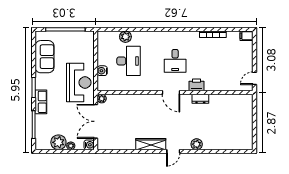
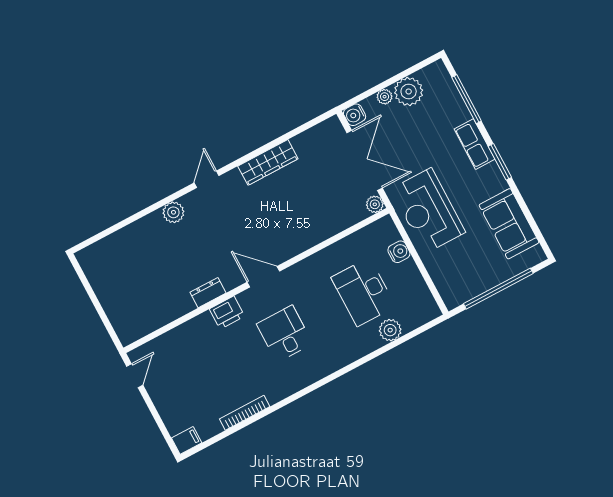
wardrobe: (151, 144) -> (268, 162), moved

